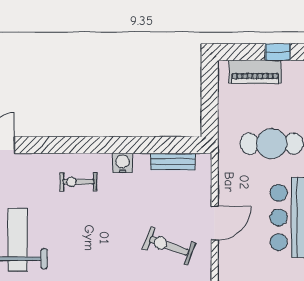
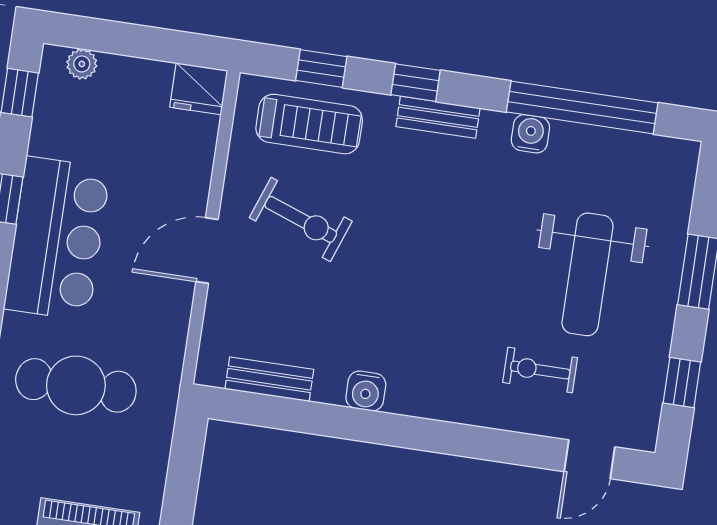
exercise bike: (78, 182) -> (540, 370), moved, turned 180

